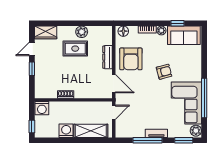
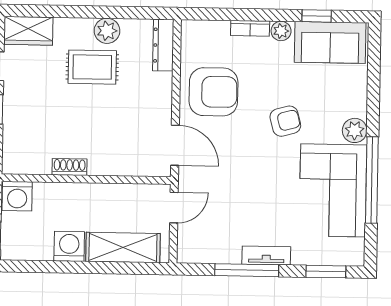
floor lamp: (123, 31) -> (198, 31), removed
dresser: (108, 57) -> (163, 45), moved
armchair: (131, 59) -> (213, 92), turned -90
plant: (196, 131) -> (355, 130), moved

